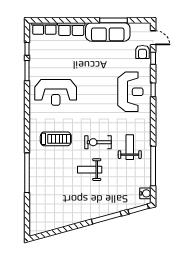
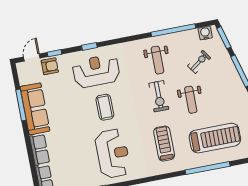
coffee table: (97, 93) -> (105, 107), added
weight bench: (130, 147) -> (157, 60), turned -90
exercise bike: (121, 183) -> (199, 62), added
treadmill: (52, 184) -> (215, 138), added

